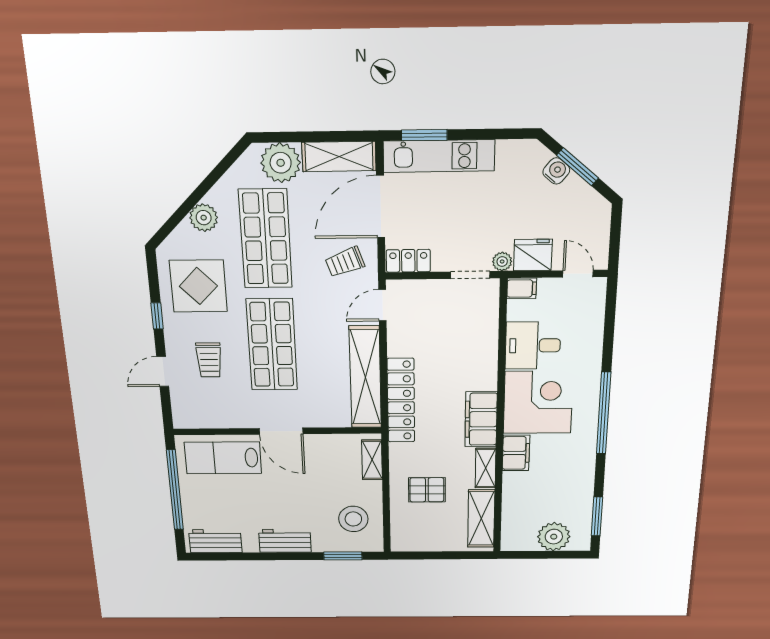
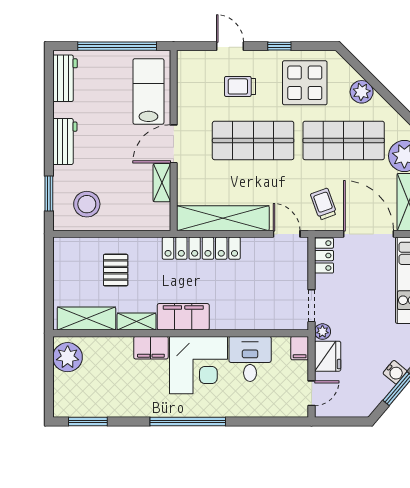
shelving: (372, 460) -> (162, 183), moved, turned 90
plant: (554, 537) -> (68, 357), moved

